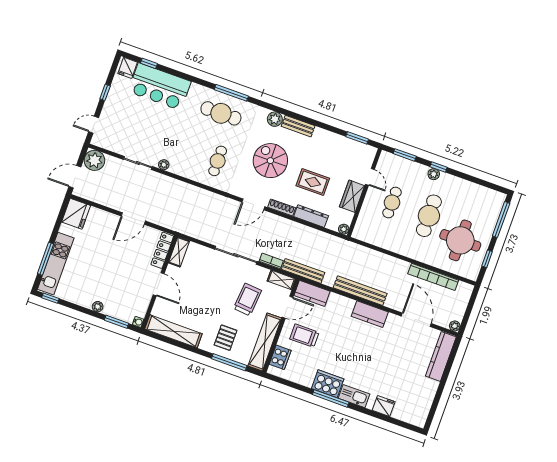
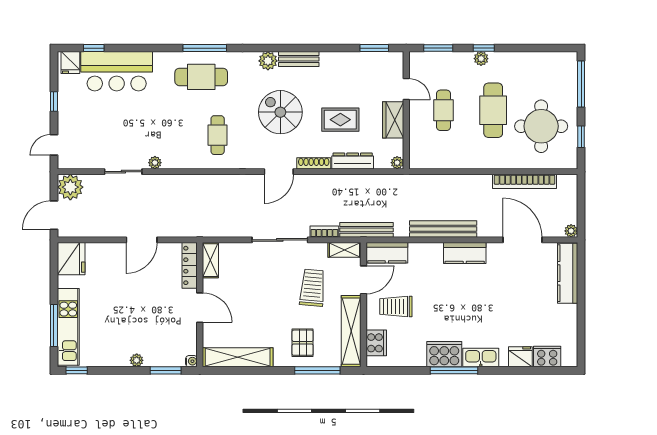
cooker: (404, 413) -> (547, 356), added

